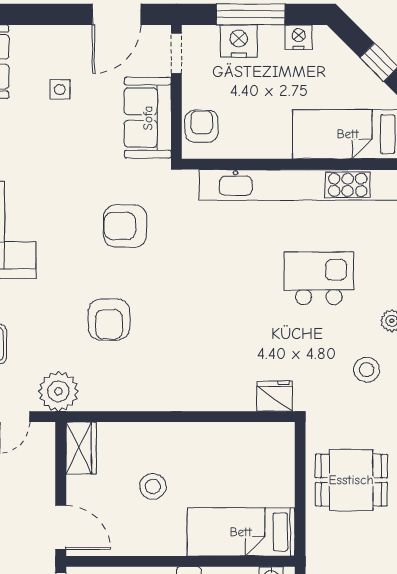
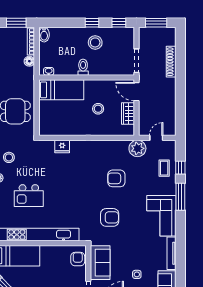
armchair: (202, 126) -> (78, 259), turned 180
armchair: (109, 320) -> (116, 178), turned -90
fridge: (274, 396) -> (62, 146), moved
wardrobe: (81, 448) -> (128, 114), moved

